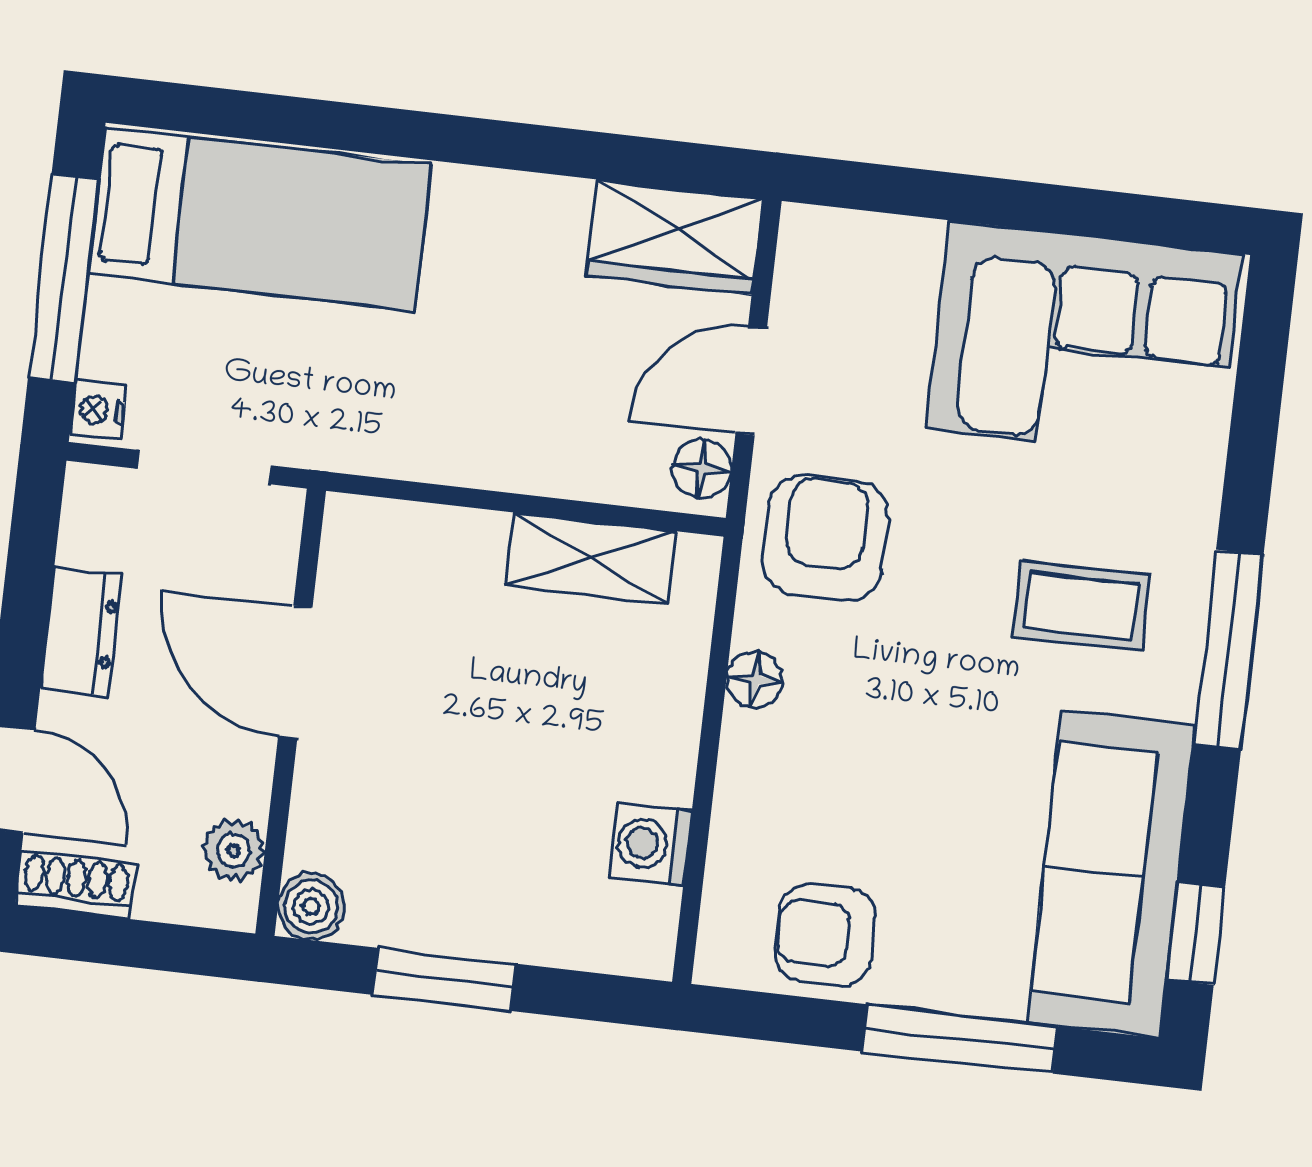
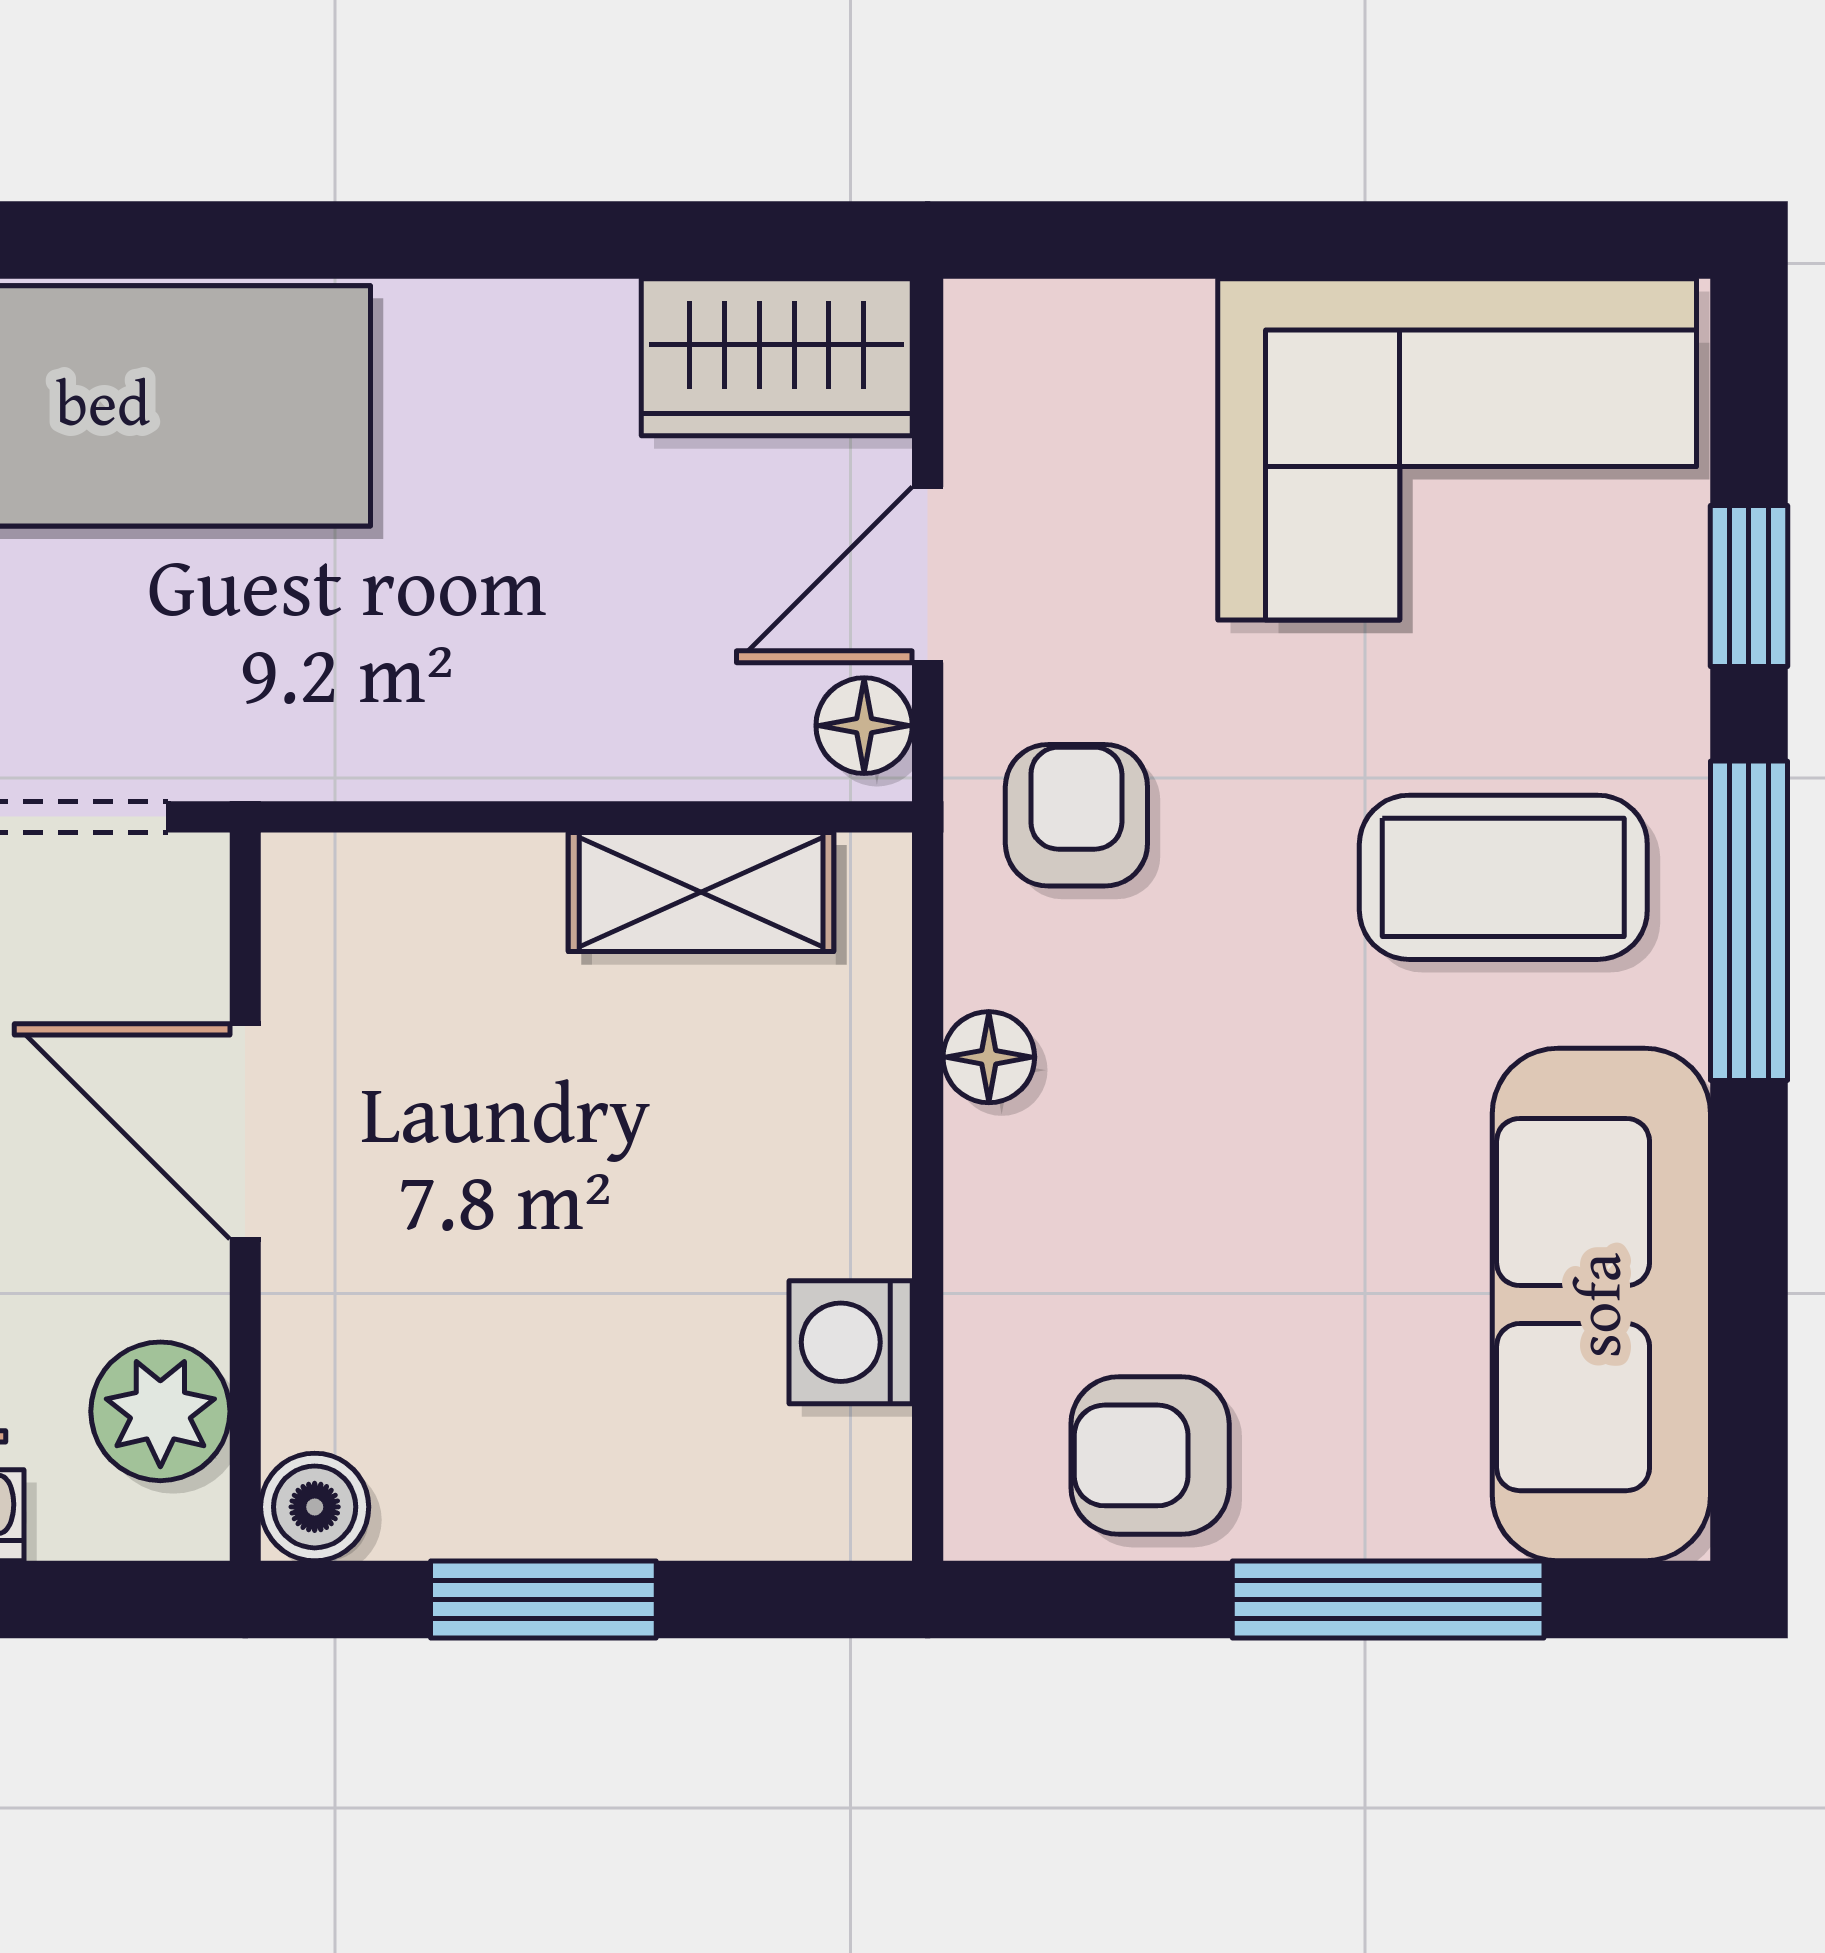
armchair: (825, 538) -> (1076, 815), width x0.72, depth x0.72
coffee table: (1082, 606) -> (1503, 877), width x1.36, depth x1.30
plant: (234, 850) -> (160, 1411), width x1.38, depth x1.38
window: (1196, 933) -> (1749, 586), moved

